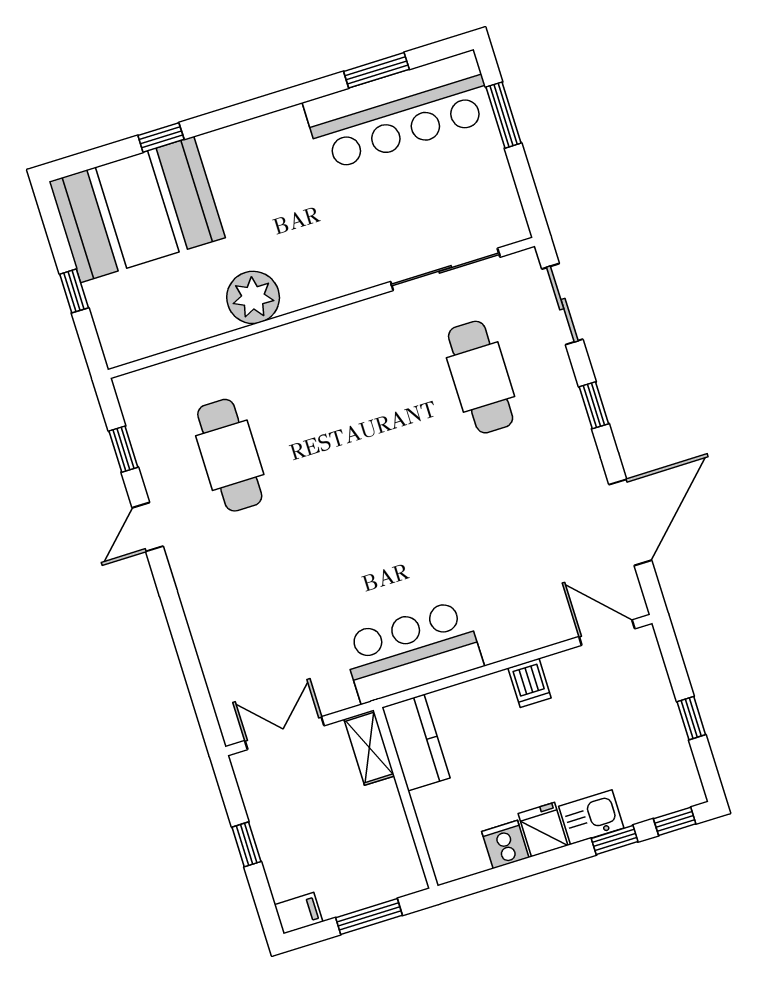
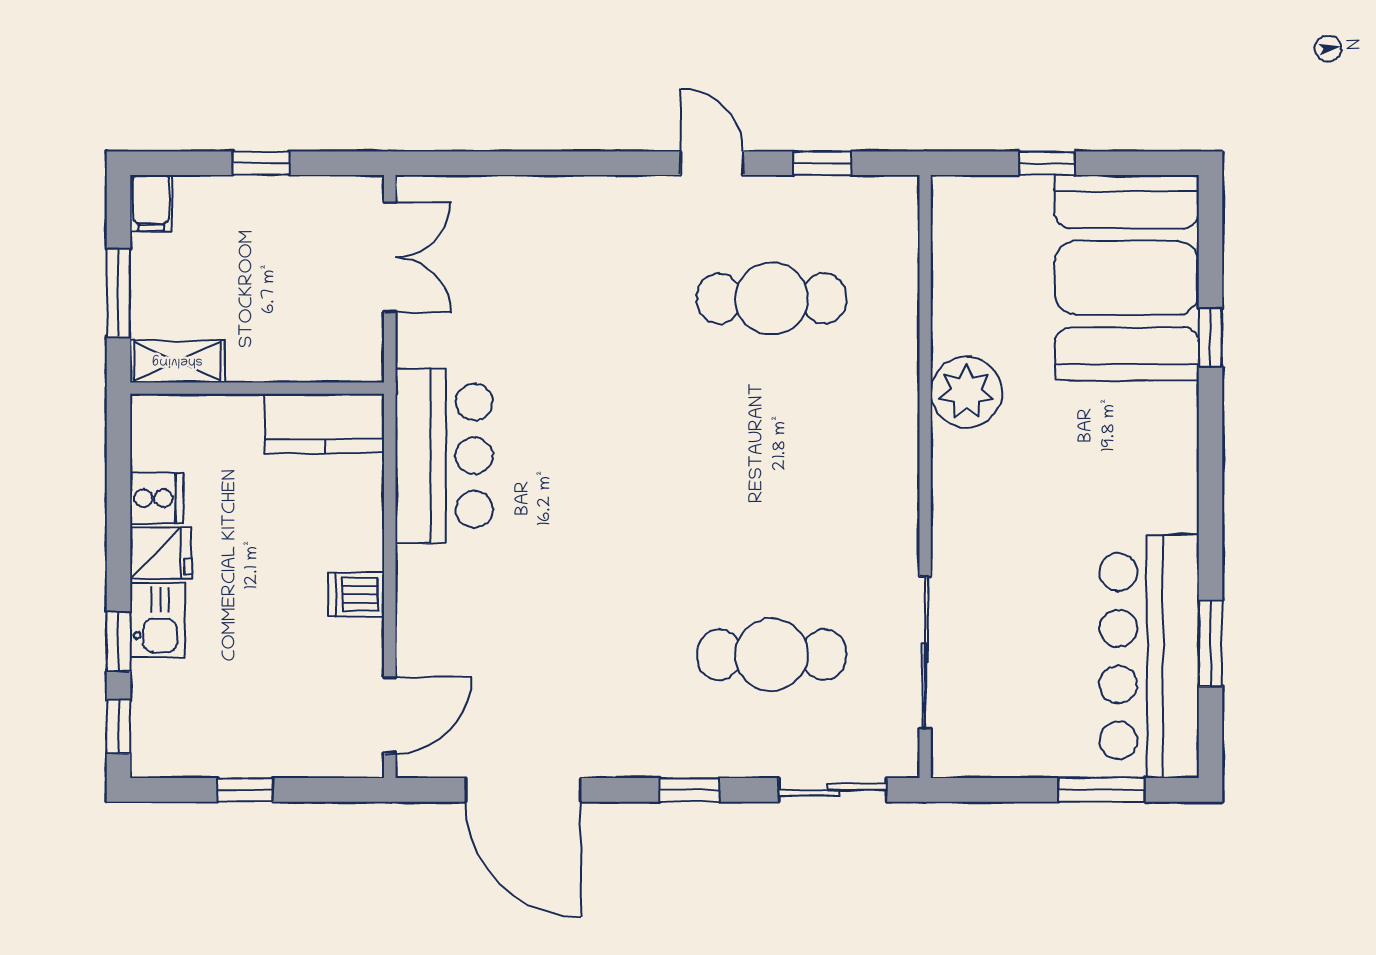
shelving: (369, 748) -> (177, 361), moved

